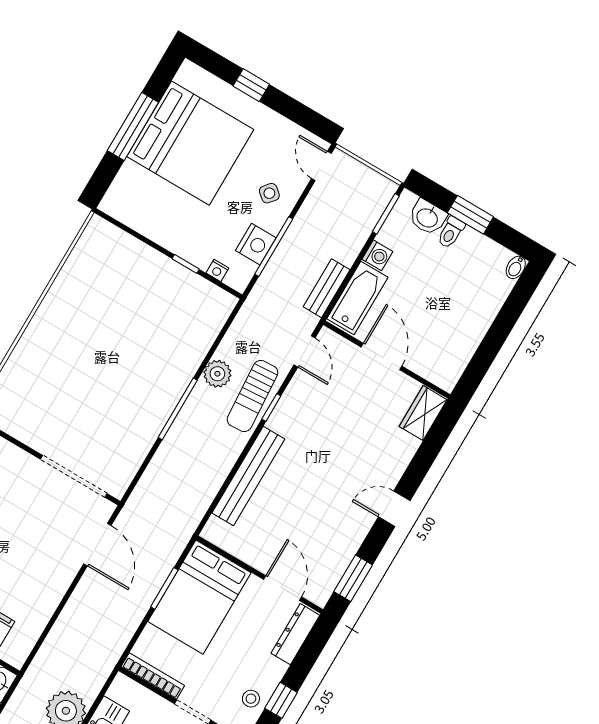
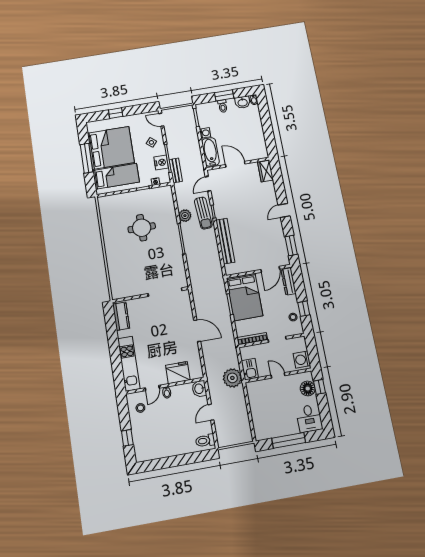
bed: (157, 203) -> (116, 176), added
washbasin: (428, 217) -> (243, 102), moved
bench: (327, 288) -> (176, 170), moved
round table: (126, 332) -> (142, 228), added
door: (305, 351) -> (208, 184), swing flipped
door: (97, 545) -> (197, 331), moved
door: (283, 588) -> (270, 269), swing flipped

